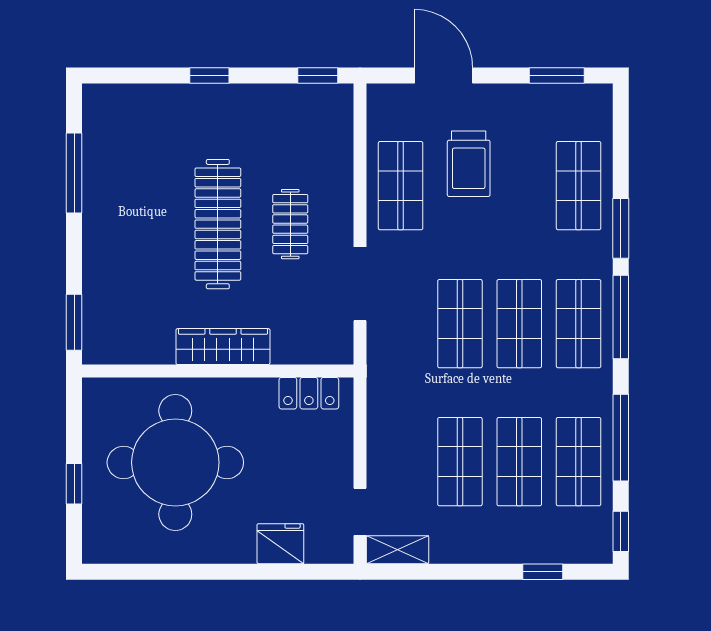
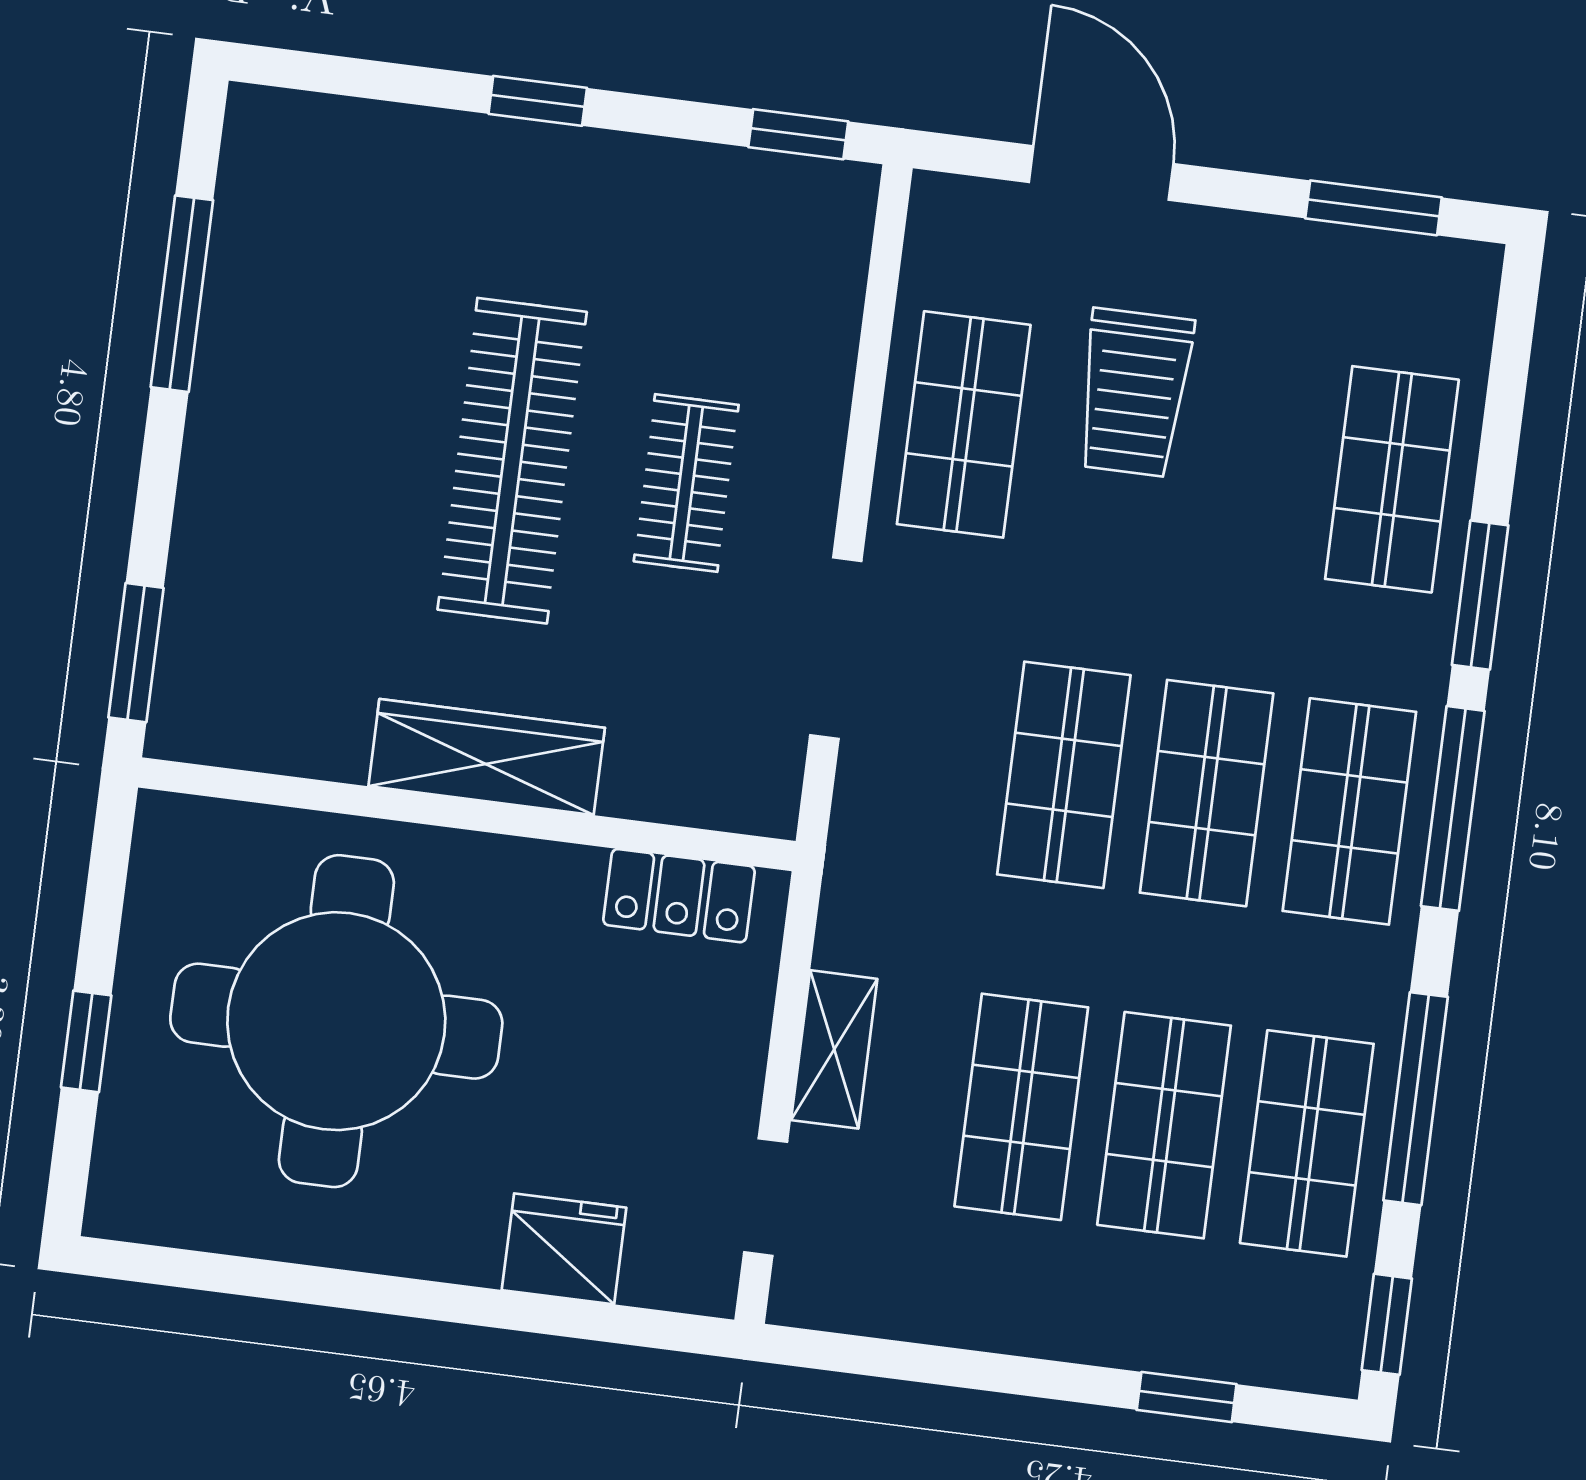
shelving: (398, 550) -> (834, 1049), moved, turned 90

